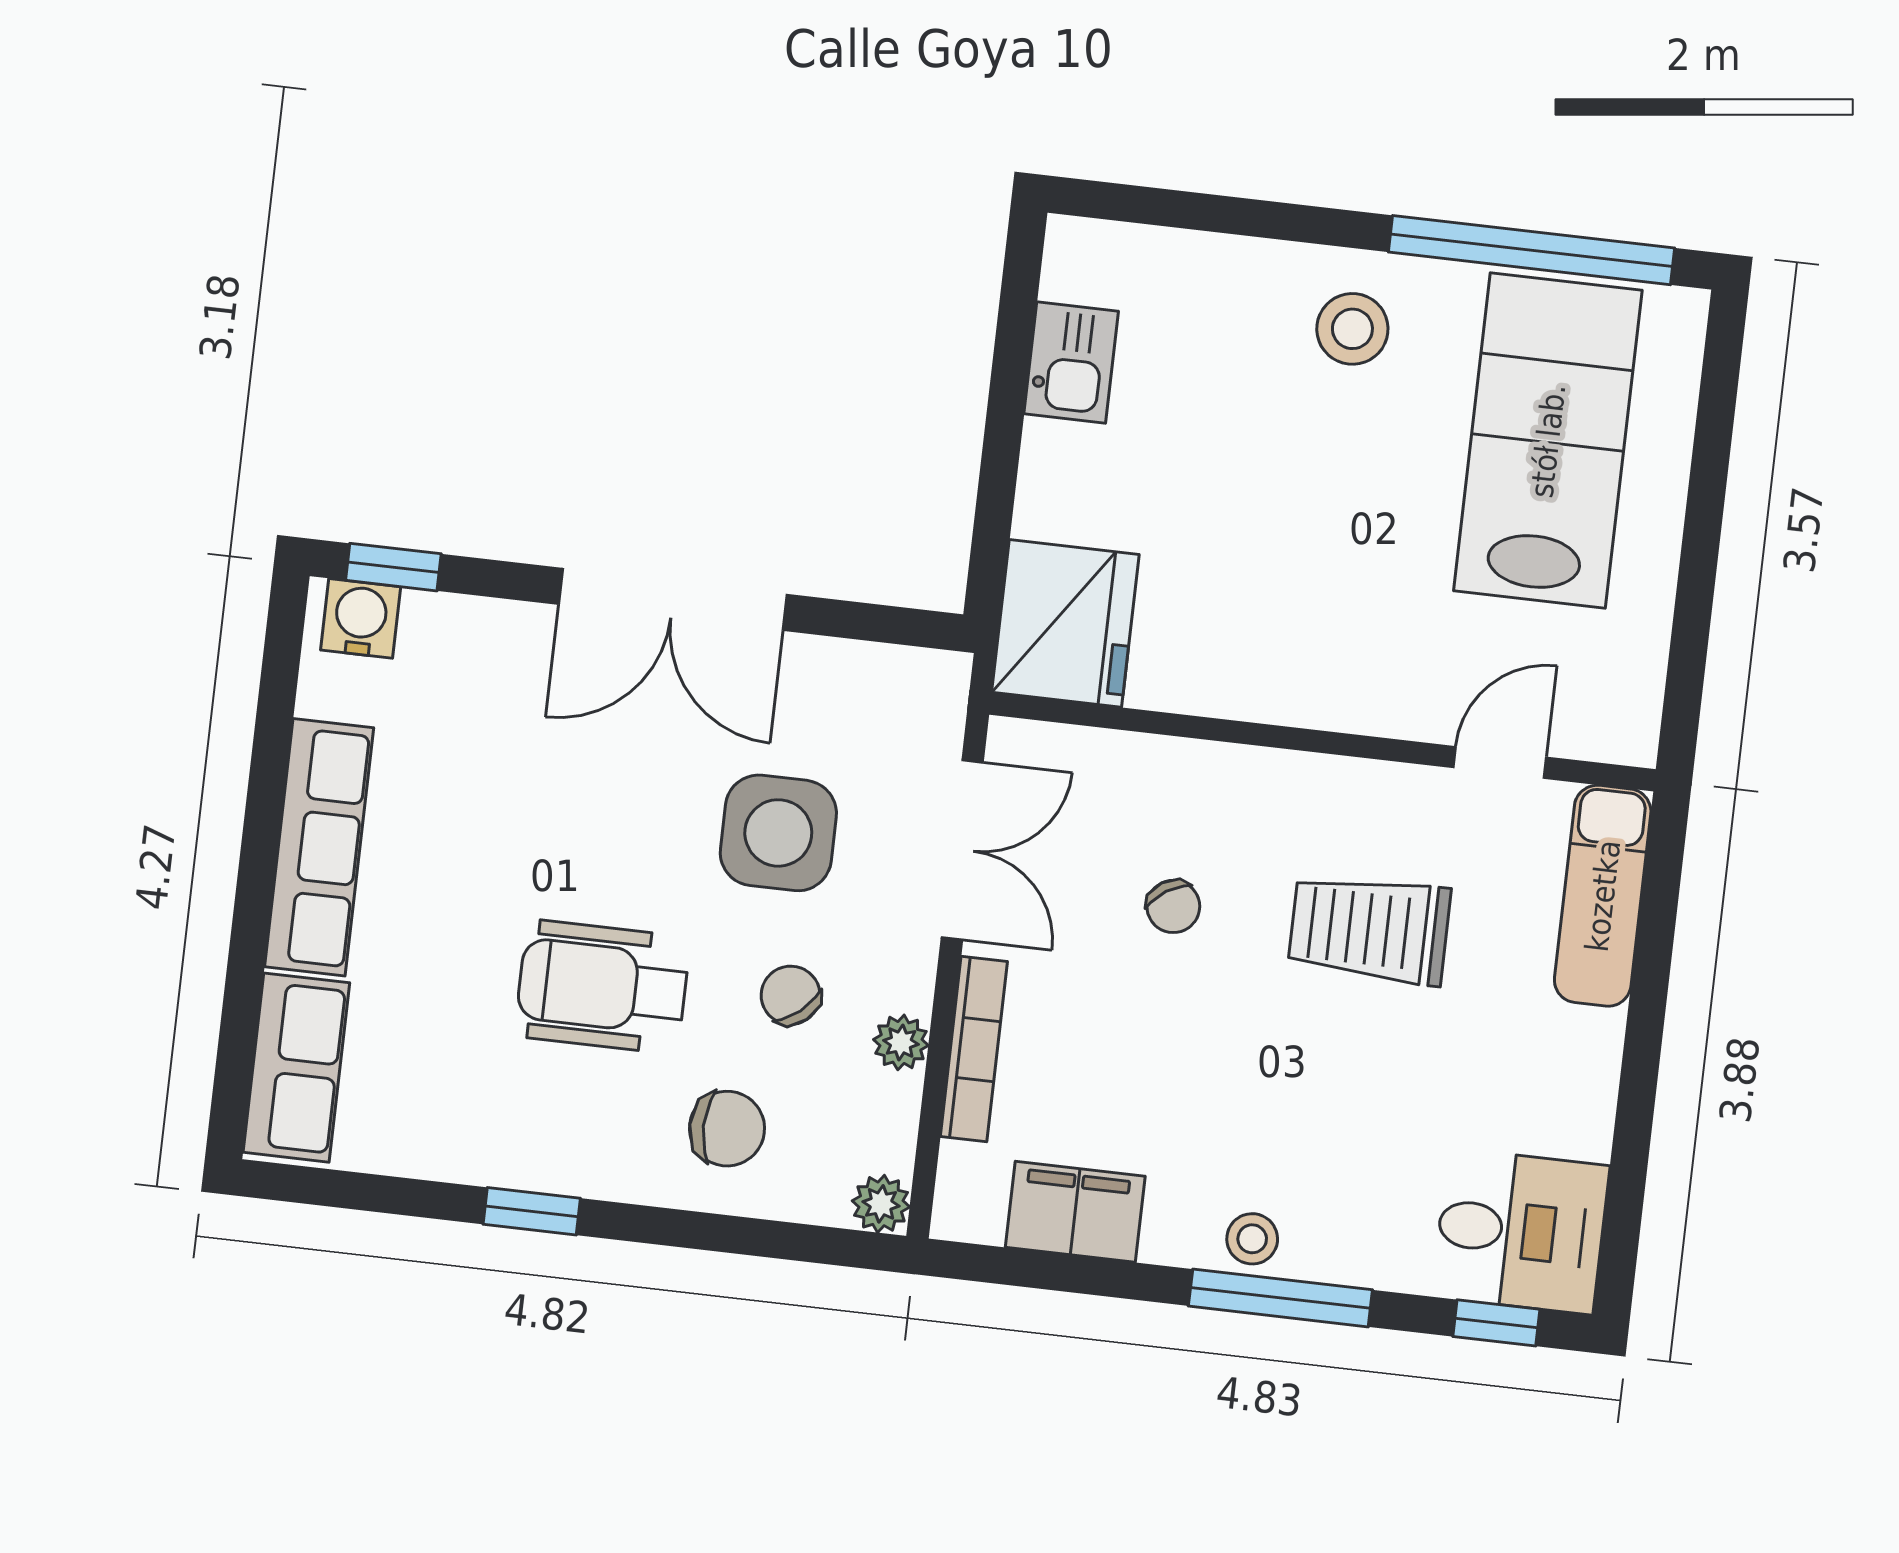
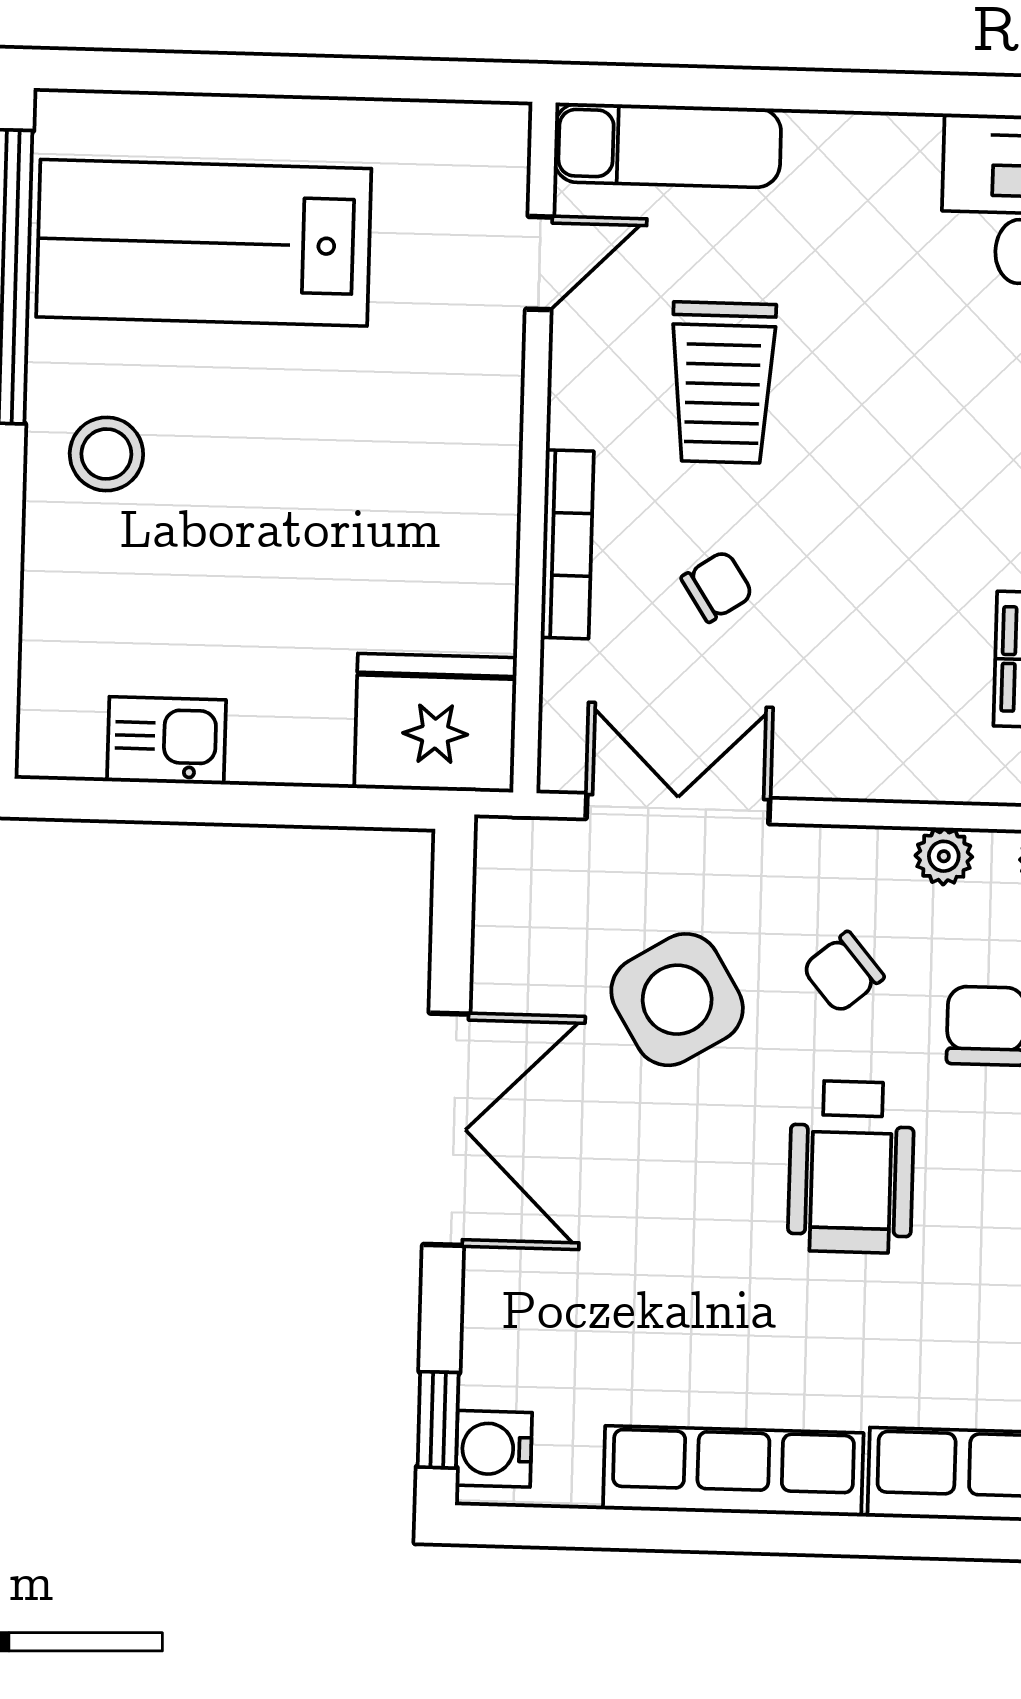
door: (1500, 762) -> (539, 263), swing flipped
side table: (778, 833) -> (677, 1000), turned -31
plant: (901, 1042) -> (944, 856), moved
bookcase: (974, 1049) -> (567, 544), moved, turned 90

